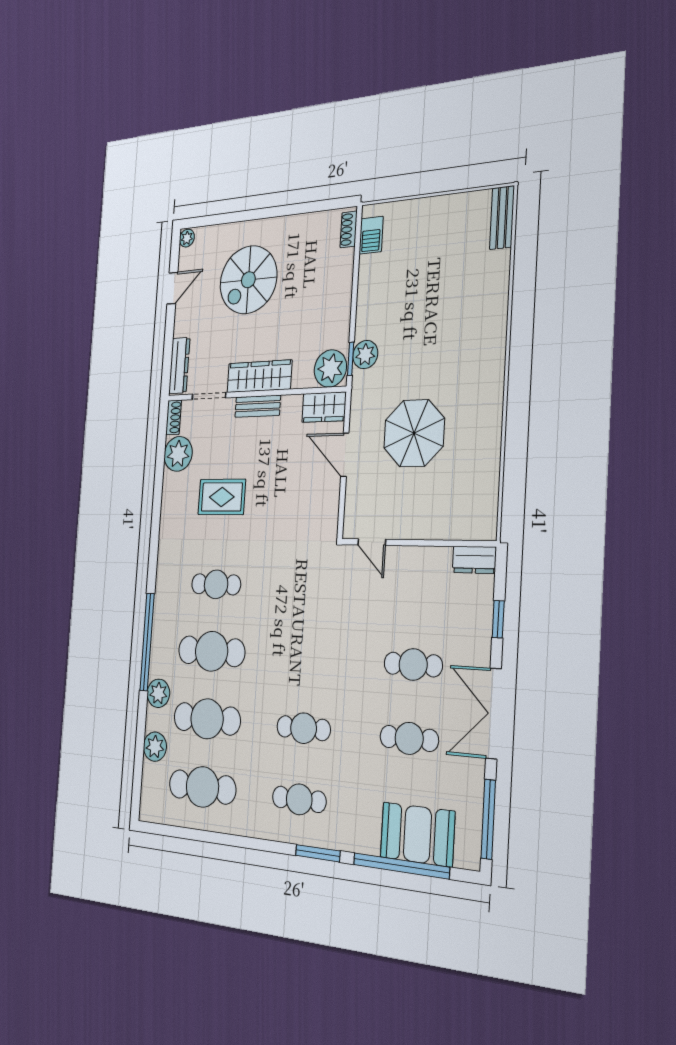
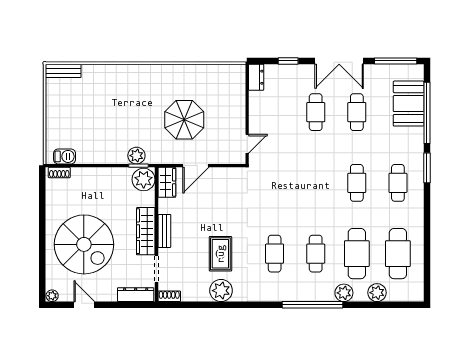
spiral stairs: (248, 280) -> (84, 244), width x1.37, depth x1.37
plant: (178, 454) -> (221, 291), moved
cafe table: (212, 651) -> (316, 254), width x0.73, depth x0.74

